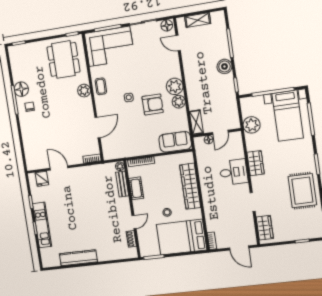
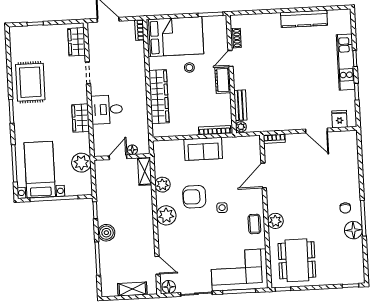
plant: (179, 102) -> (162, 185), moved
sofa: (175, 142) -> (203, 149), moved
cot: (136, 188) -> (223, 80), moved

